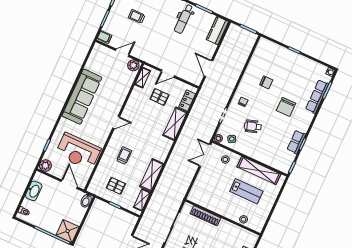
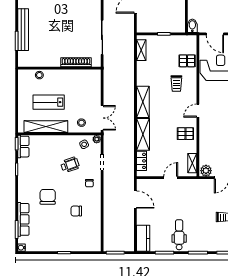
pallet: (159, 97) -> (185, 134), moved
row of seats: (296, 142) -> (23, 147), moved
shelving: (152, 175) -> (143, 102), moved
pallet: (116, 186) -> (187, 61), moved

